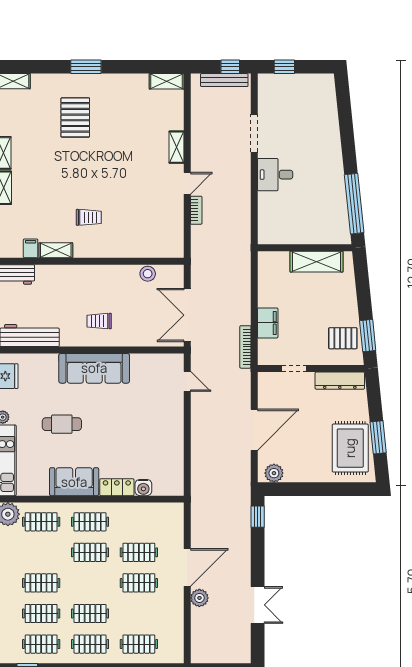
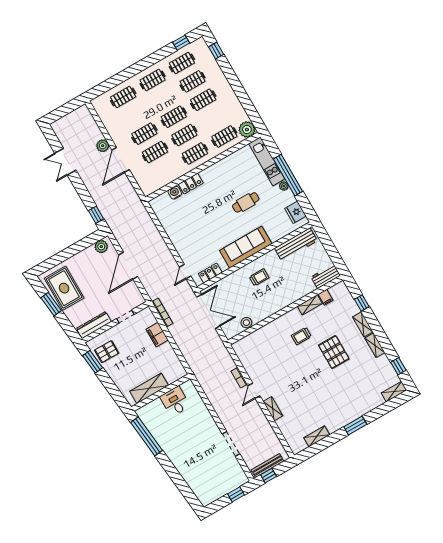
shelving: (167, 81) -> (317, 436), moved
pallet: (75, 117) -> (334, 352), moved
desk: (275, 175) -> (175, 401), moved, turned -90
locker: (157, 362) -> (210, 273), added
door: (187, 381) -> (185, 272), hinge flipped
sofa: (74, 482) -> (218, 172), removed
clothes rail: (90, 613) -> (174, 117), moved

